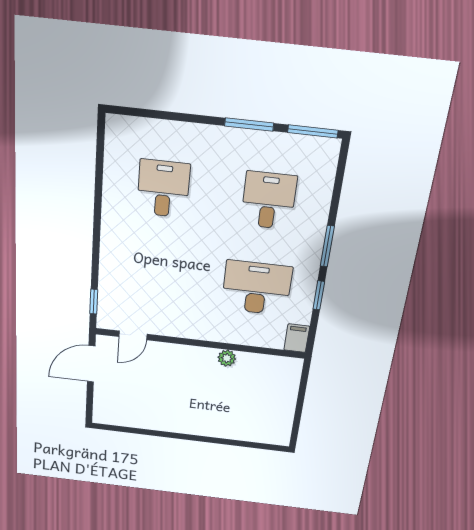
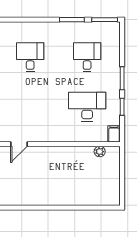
plant: (227, 358) -> (100, 152), moved

